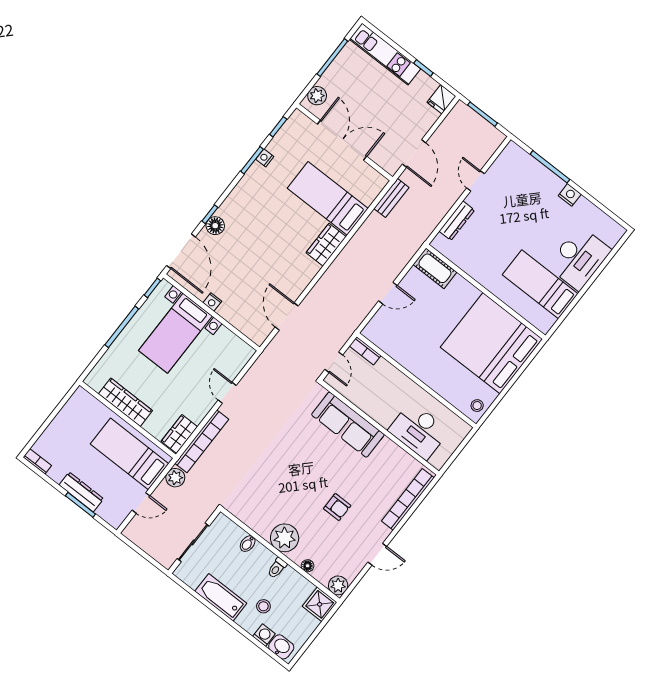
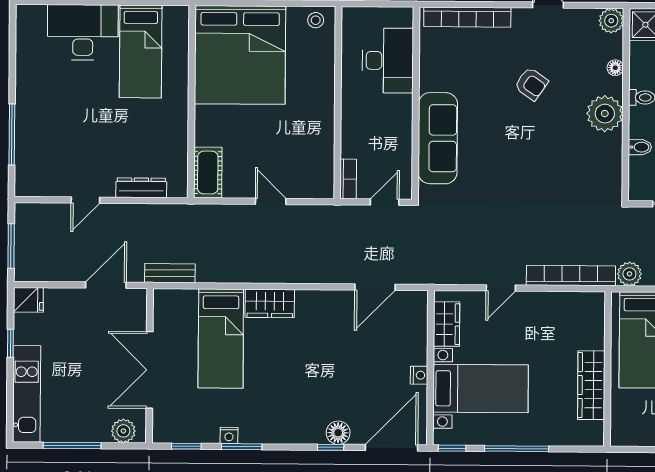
nightstand: (570, 195) -> (25, 92), removed
wardrobe: (179, 434) -> (447, 324), moved, turned -90
armchair: (337, 507) -> (531, 84), turned 125

